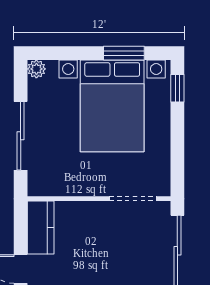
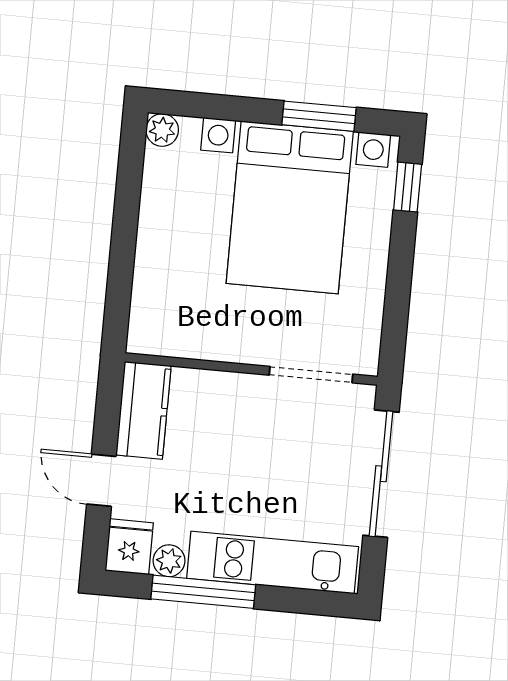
sliding door: (21, 136) -> (123, 245), removed

